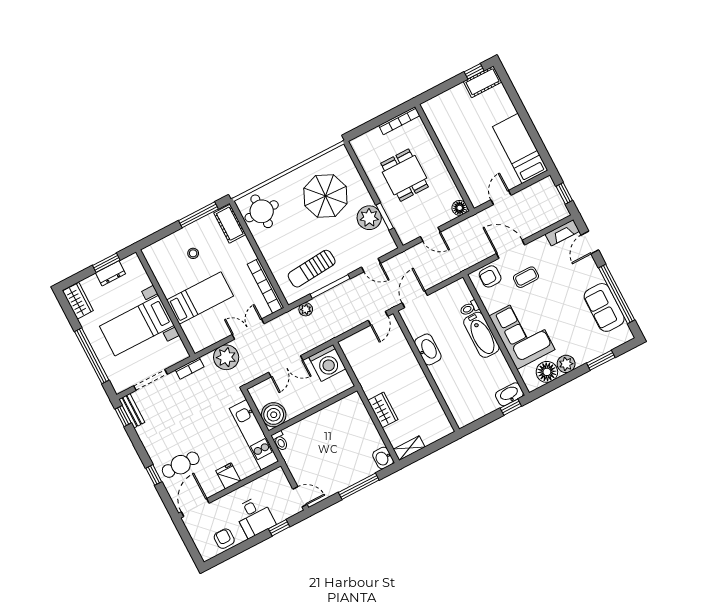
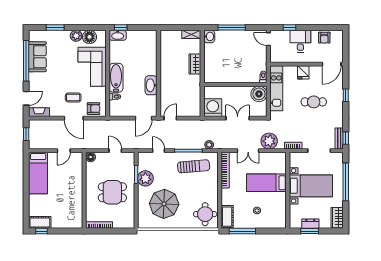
dining table: (405, 175) -> (112, 192), turned 90
cafe table: (181, 465) -> (314, 102), moved

